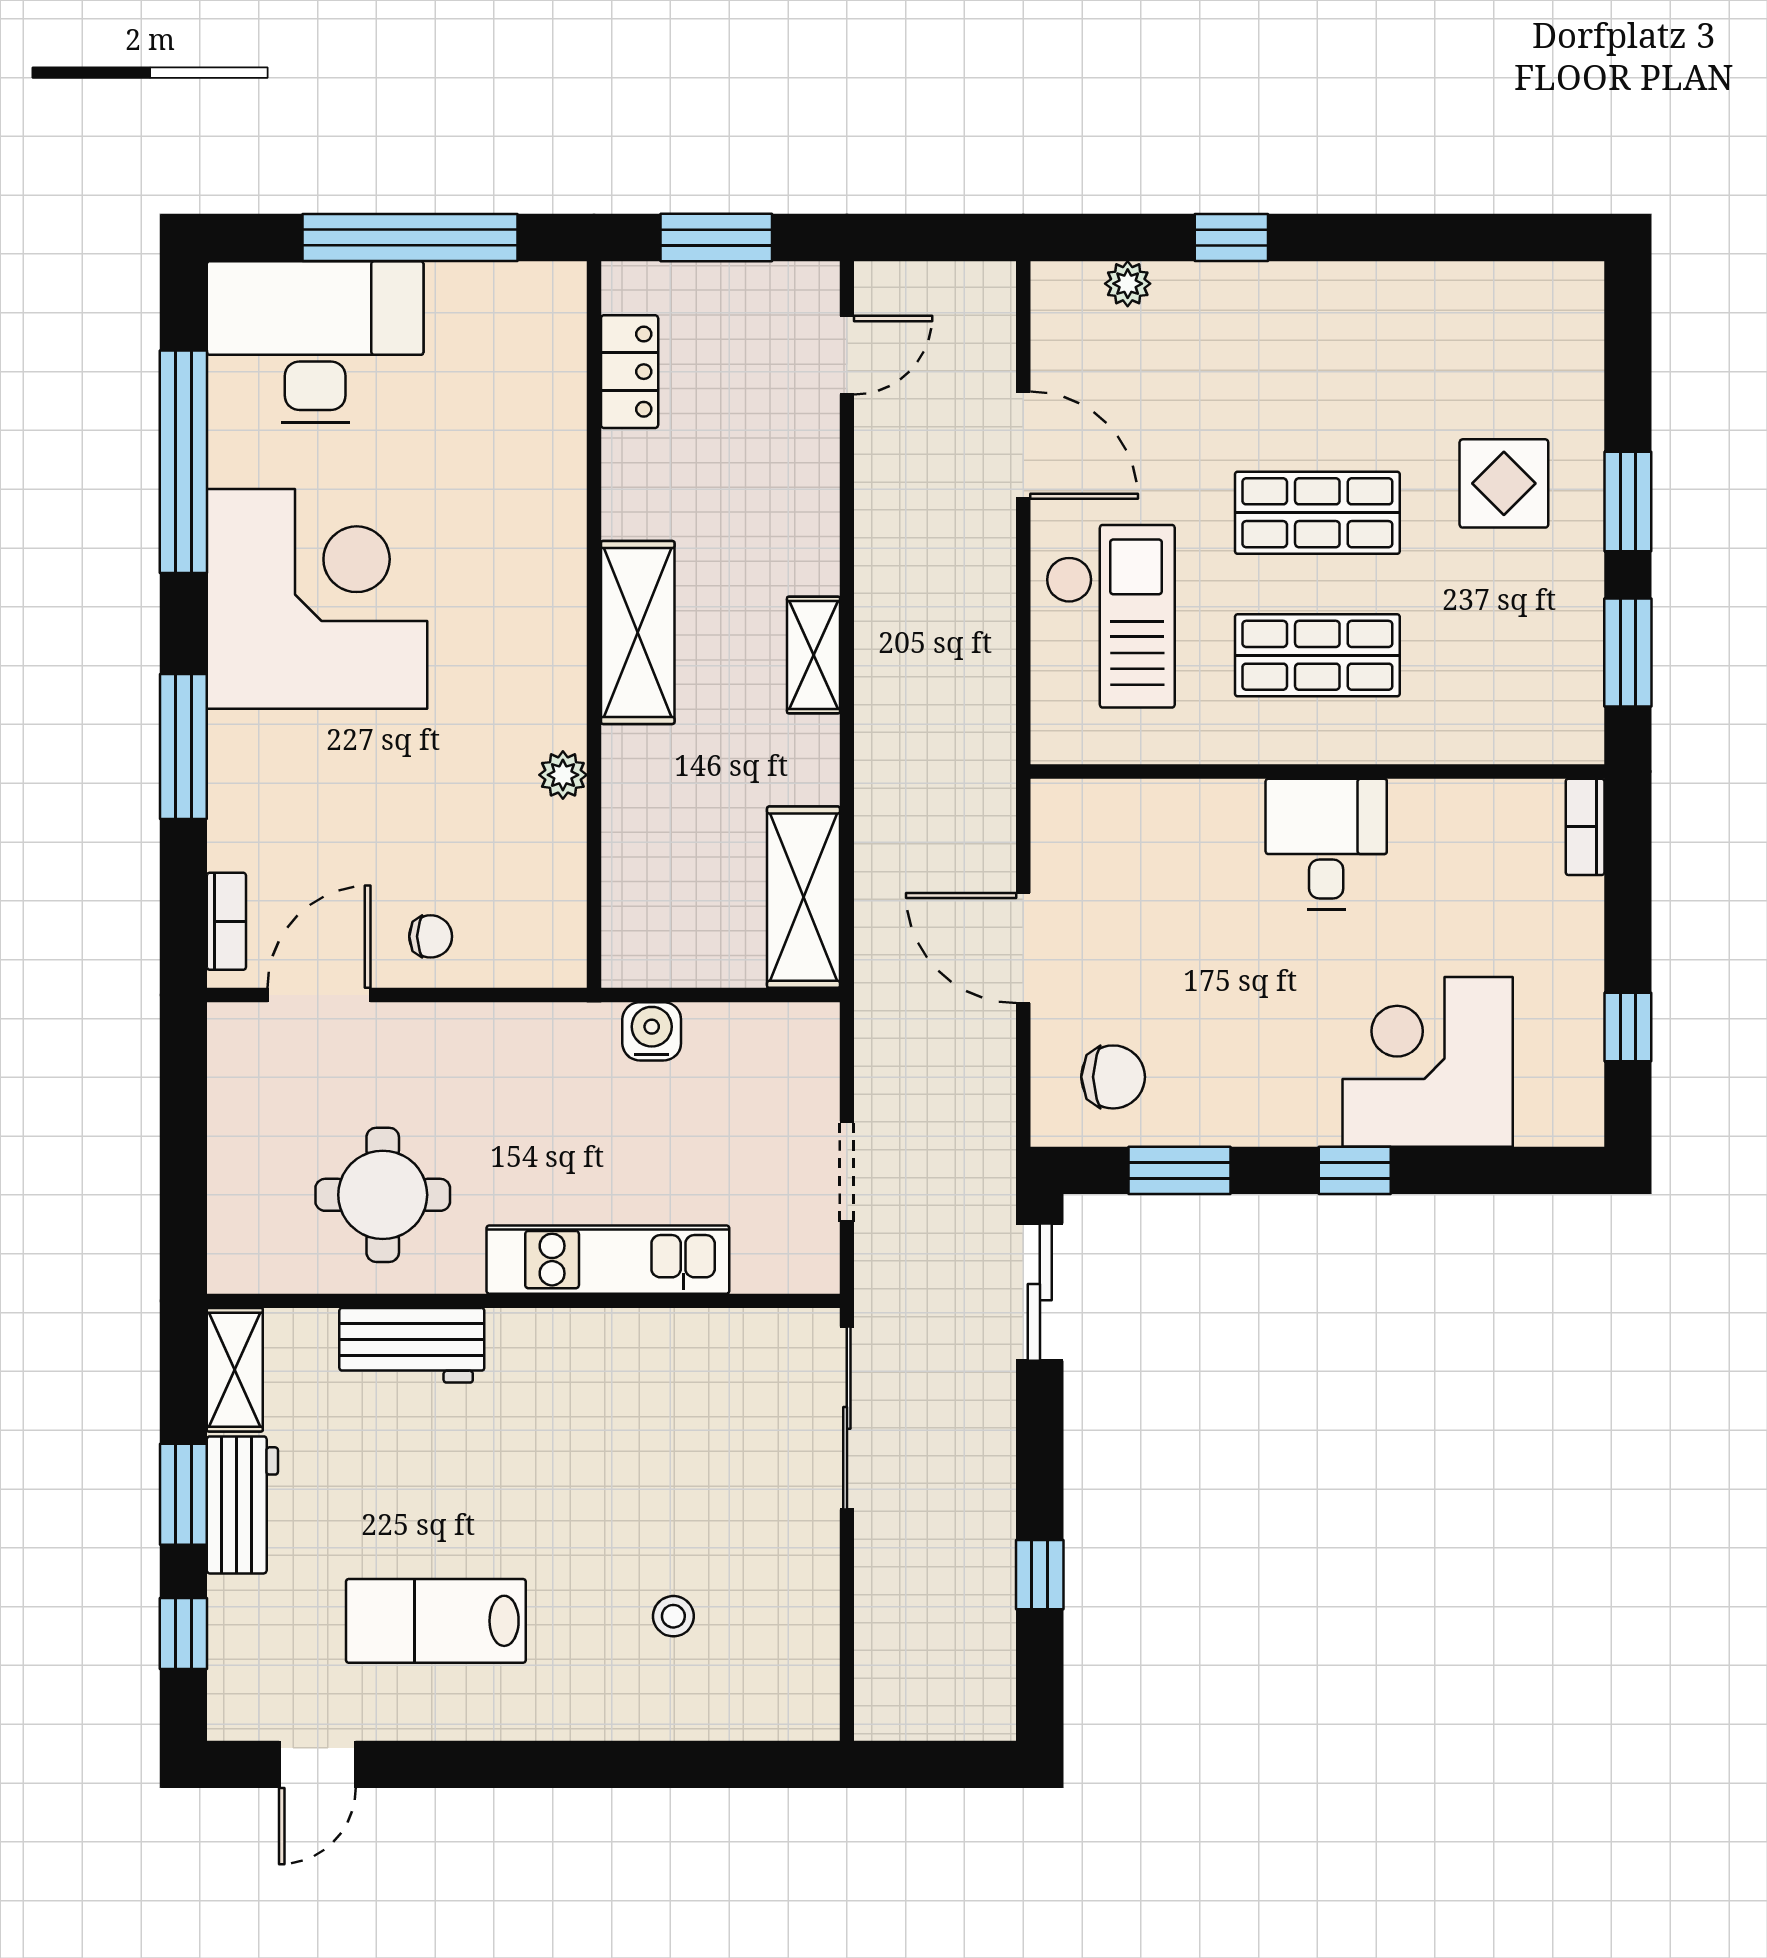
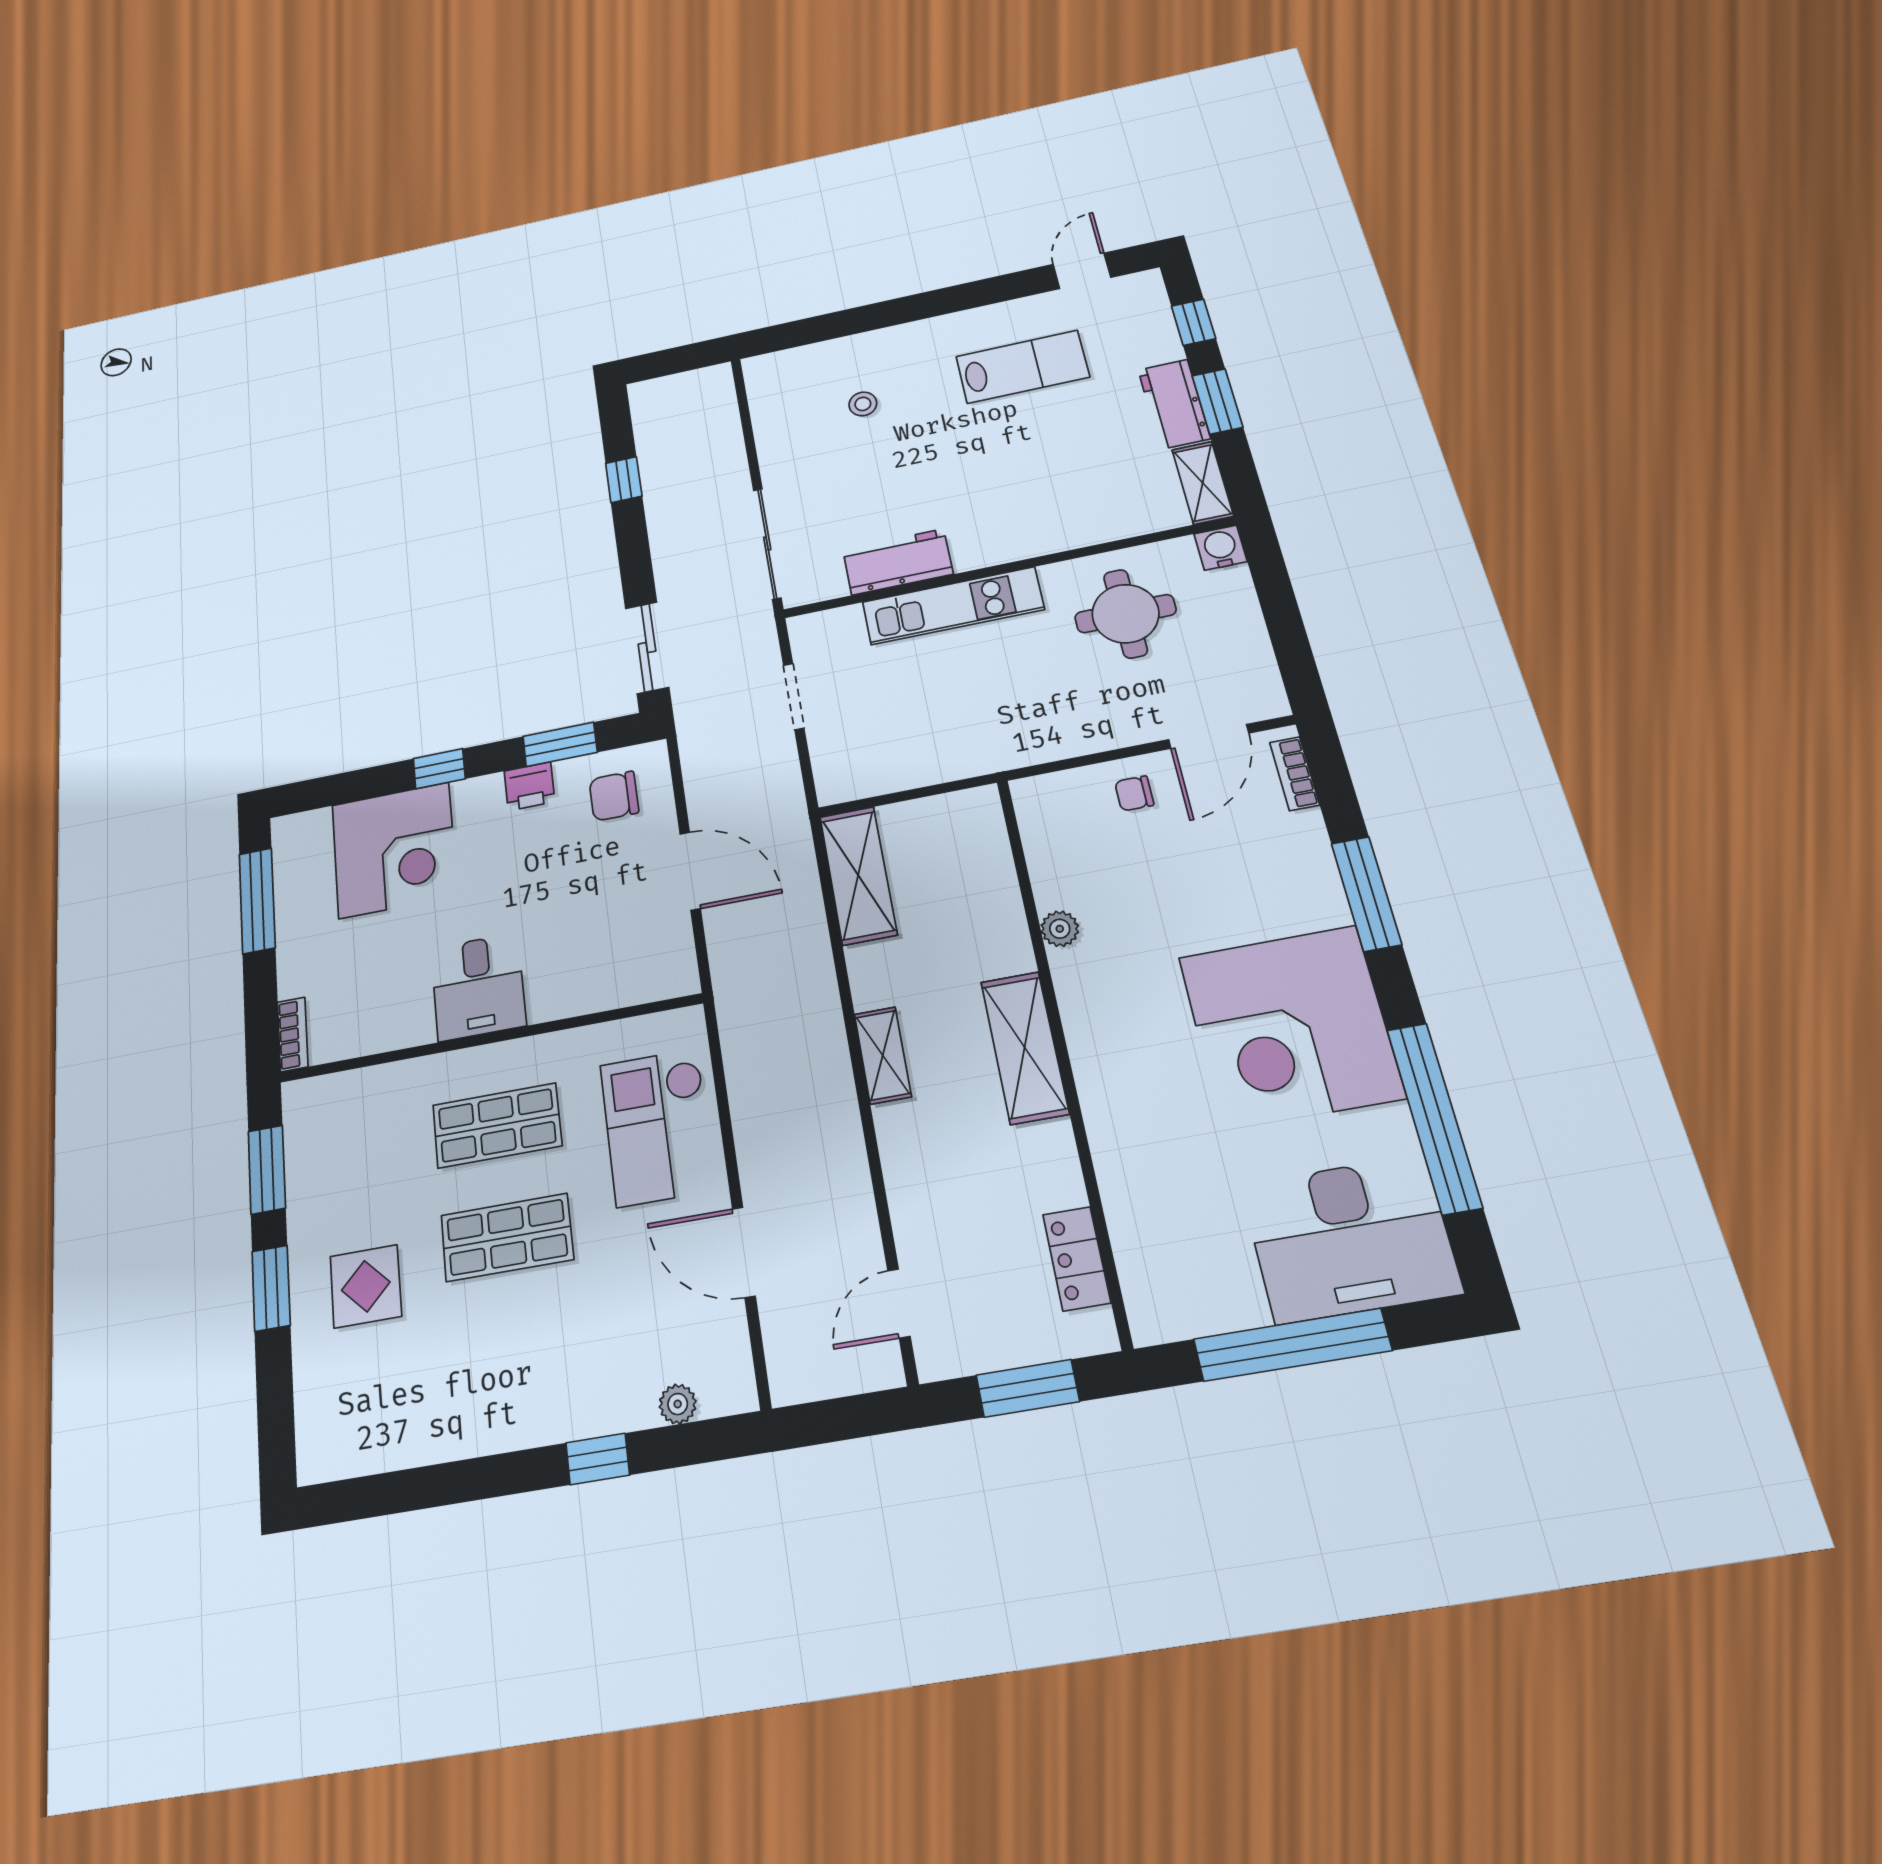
window: (1628, 1027) -> (257, 901), width x2.17
water cooler: (652, 1031) -> (1221, 548), moved, turned 180
printer: (1229, 1116) -> (530, 786), added
workbench: (412, 1345) -> (898, 562), moved

